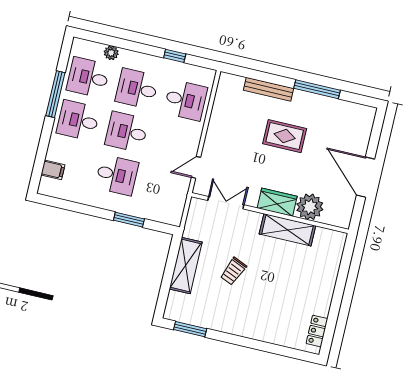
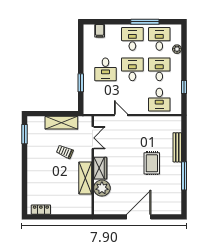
wardrobe: (277, 202) -> (100, 168), moved
double door: (226, 203) -> (93, 138), moved
plant: (310, 207) -> (102, 188), moved
wall: (270, 213) -> (93, 165), moved
shelving: (287, 230) -> (85, 178), moved

